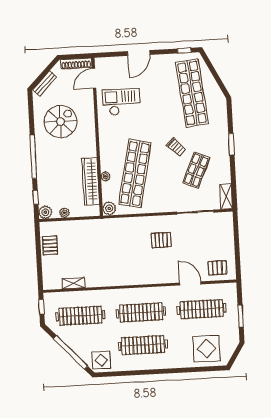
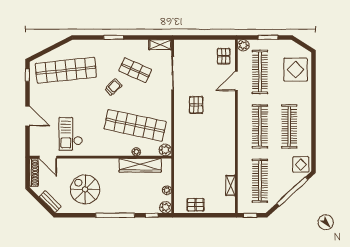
plant: (230, 289) -> (243, 45), added

